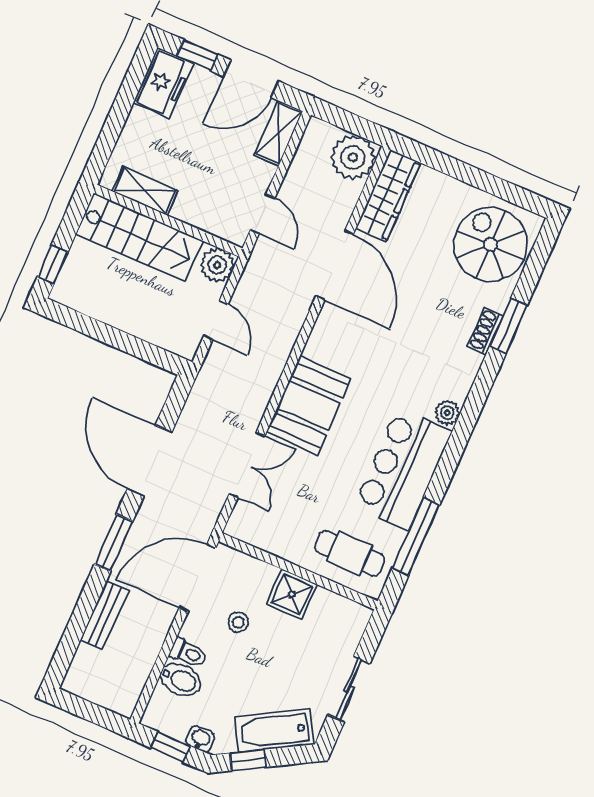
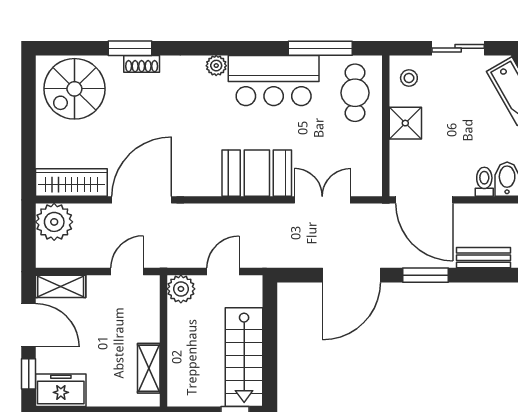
stairs: (139, 237) -> (244, 357), moved, turned 180
stool: (238, 622) -> (409, 78), moved

